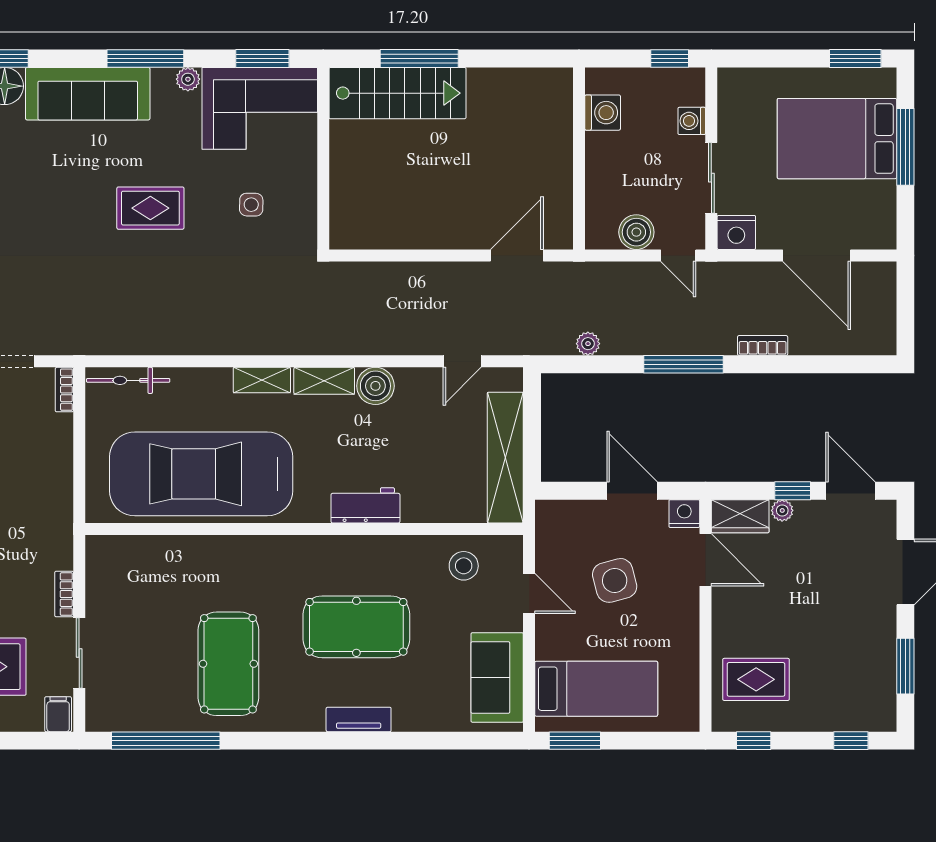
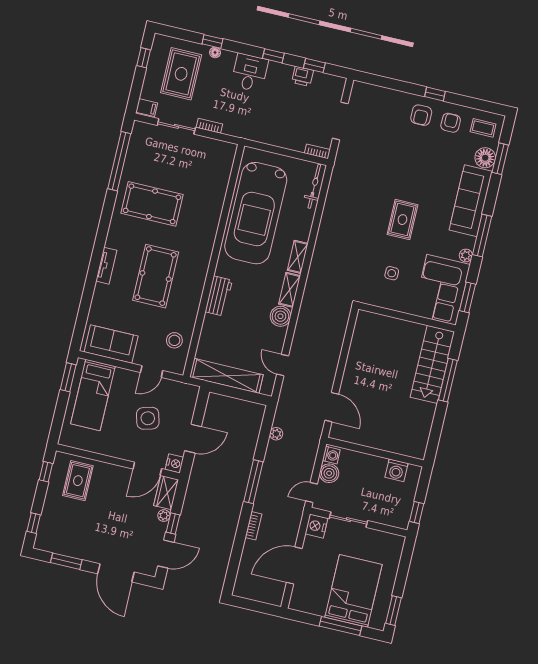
washing machine: (692, 121) -> (331, 455), moved, turned 90
car: (201, 474) -> (256, 213), turned 180

